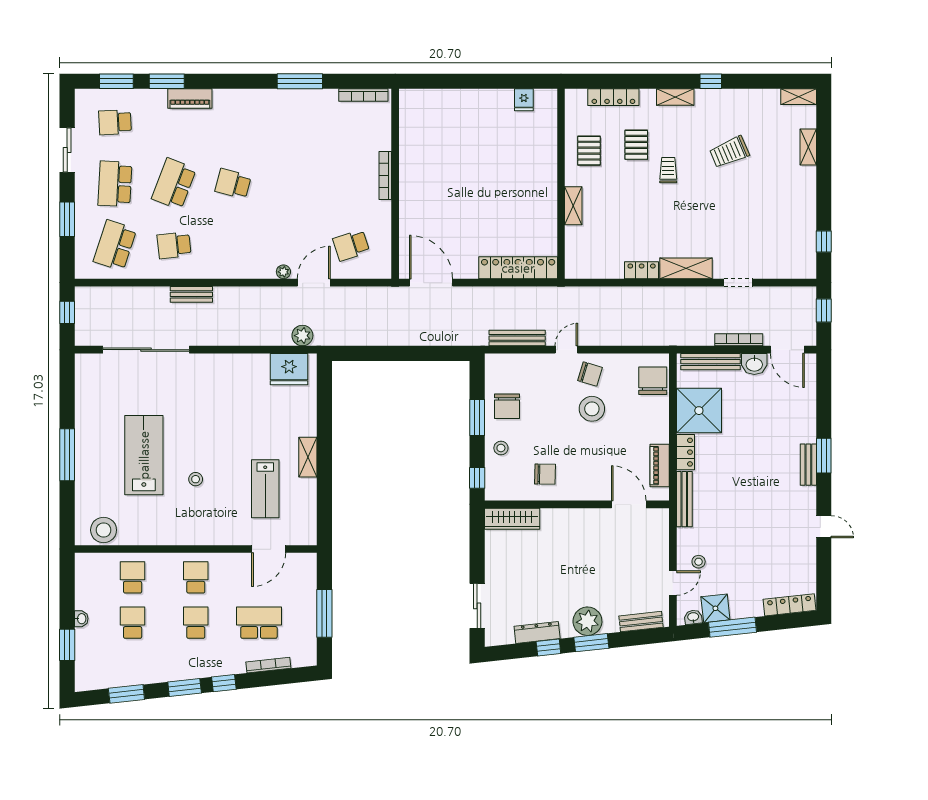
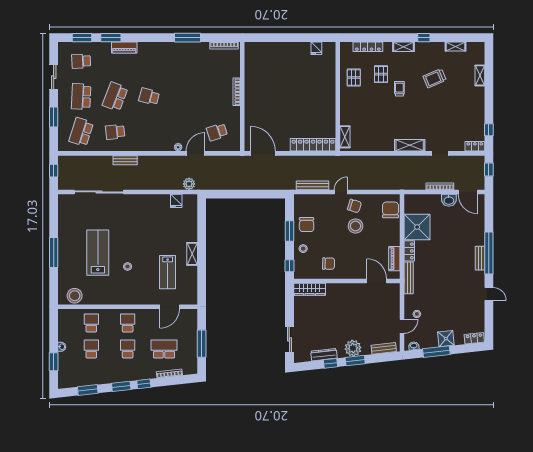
shelving: (799, 97) -> (456, 46), moved
shelving: (573, 206) -> (345, 137), moved
locker: (642, 270) -> (475, 146), moved
bench: (711, 362) -> (424, 199), removed
fridge: (289, 369) -> (176, 201), width x0.53, depth x0.75
window: (824, 456) -> (489, 253), width x2.11
locker: (790, 605) -> (474, 338), width x0.66
shower: (715, 608) -> (446, 339), moved

